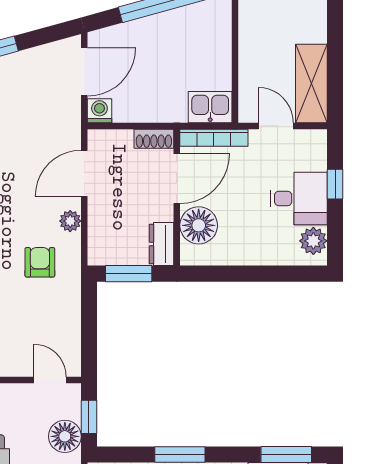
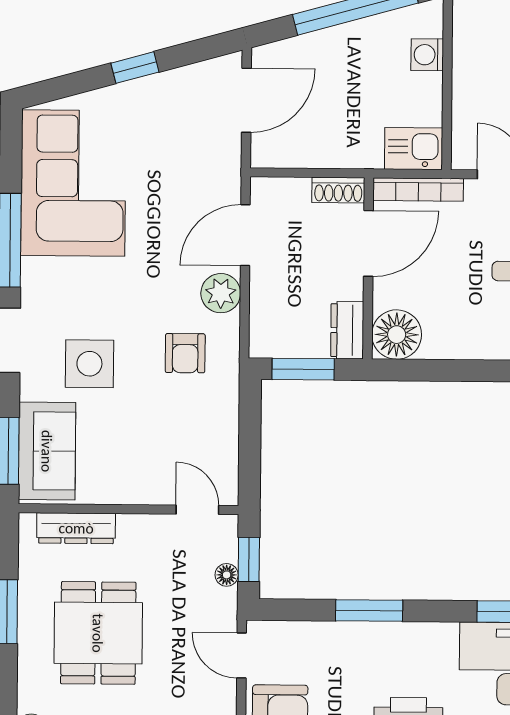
washing machine: (99, 111) -> (427, 55), moved, turned -90
plant: (70, 221) -> (221, 293), width x1.38, depth x1.38
floor lamp: (199, 225) -> (397, 335), moved
armchair: (40, 262) -> (185, 353), turned 180
floor lamp: (65, 436) -> (227, 575), width x0.53, depth x0.53

